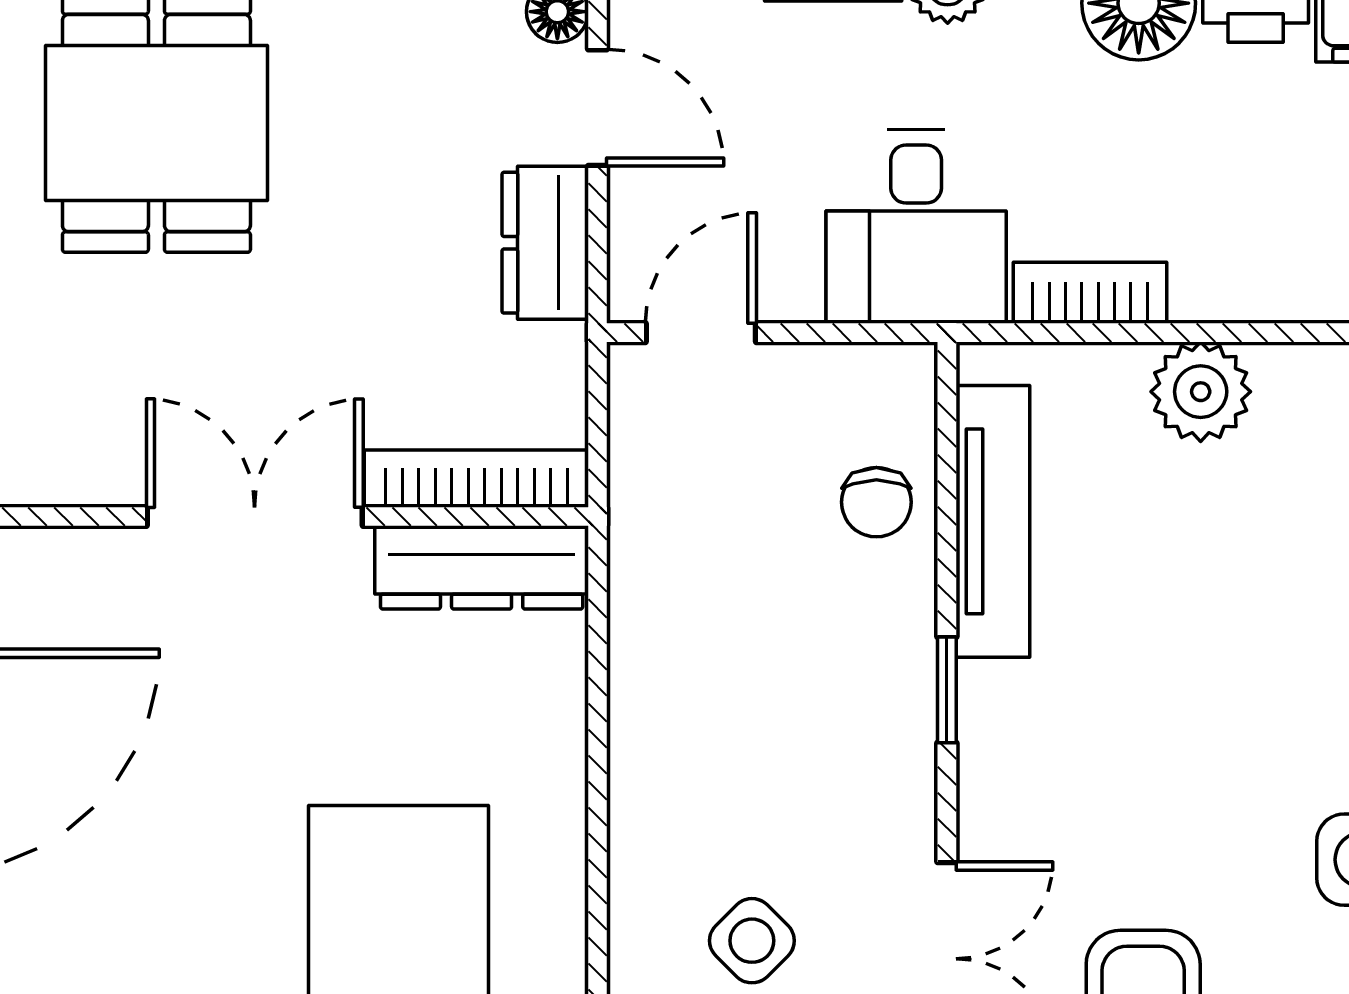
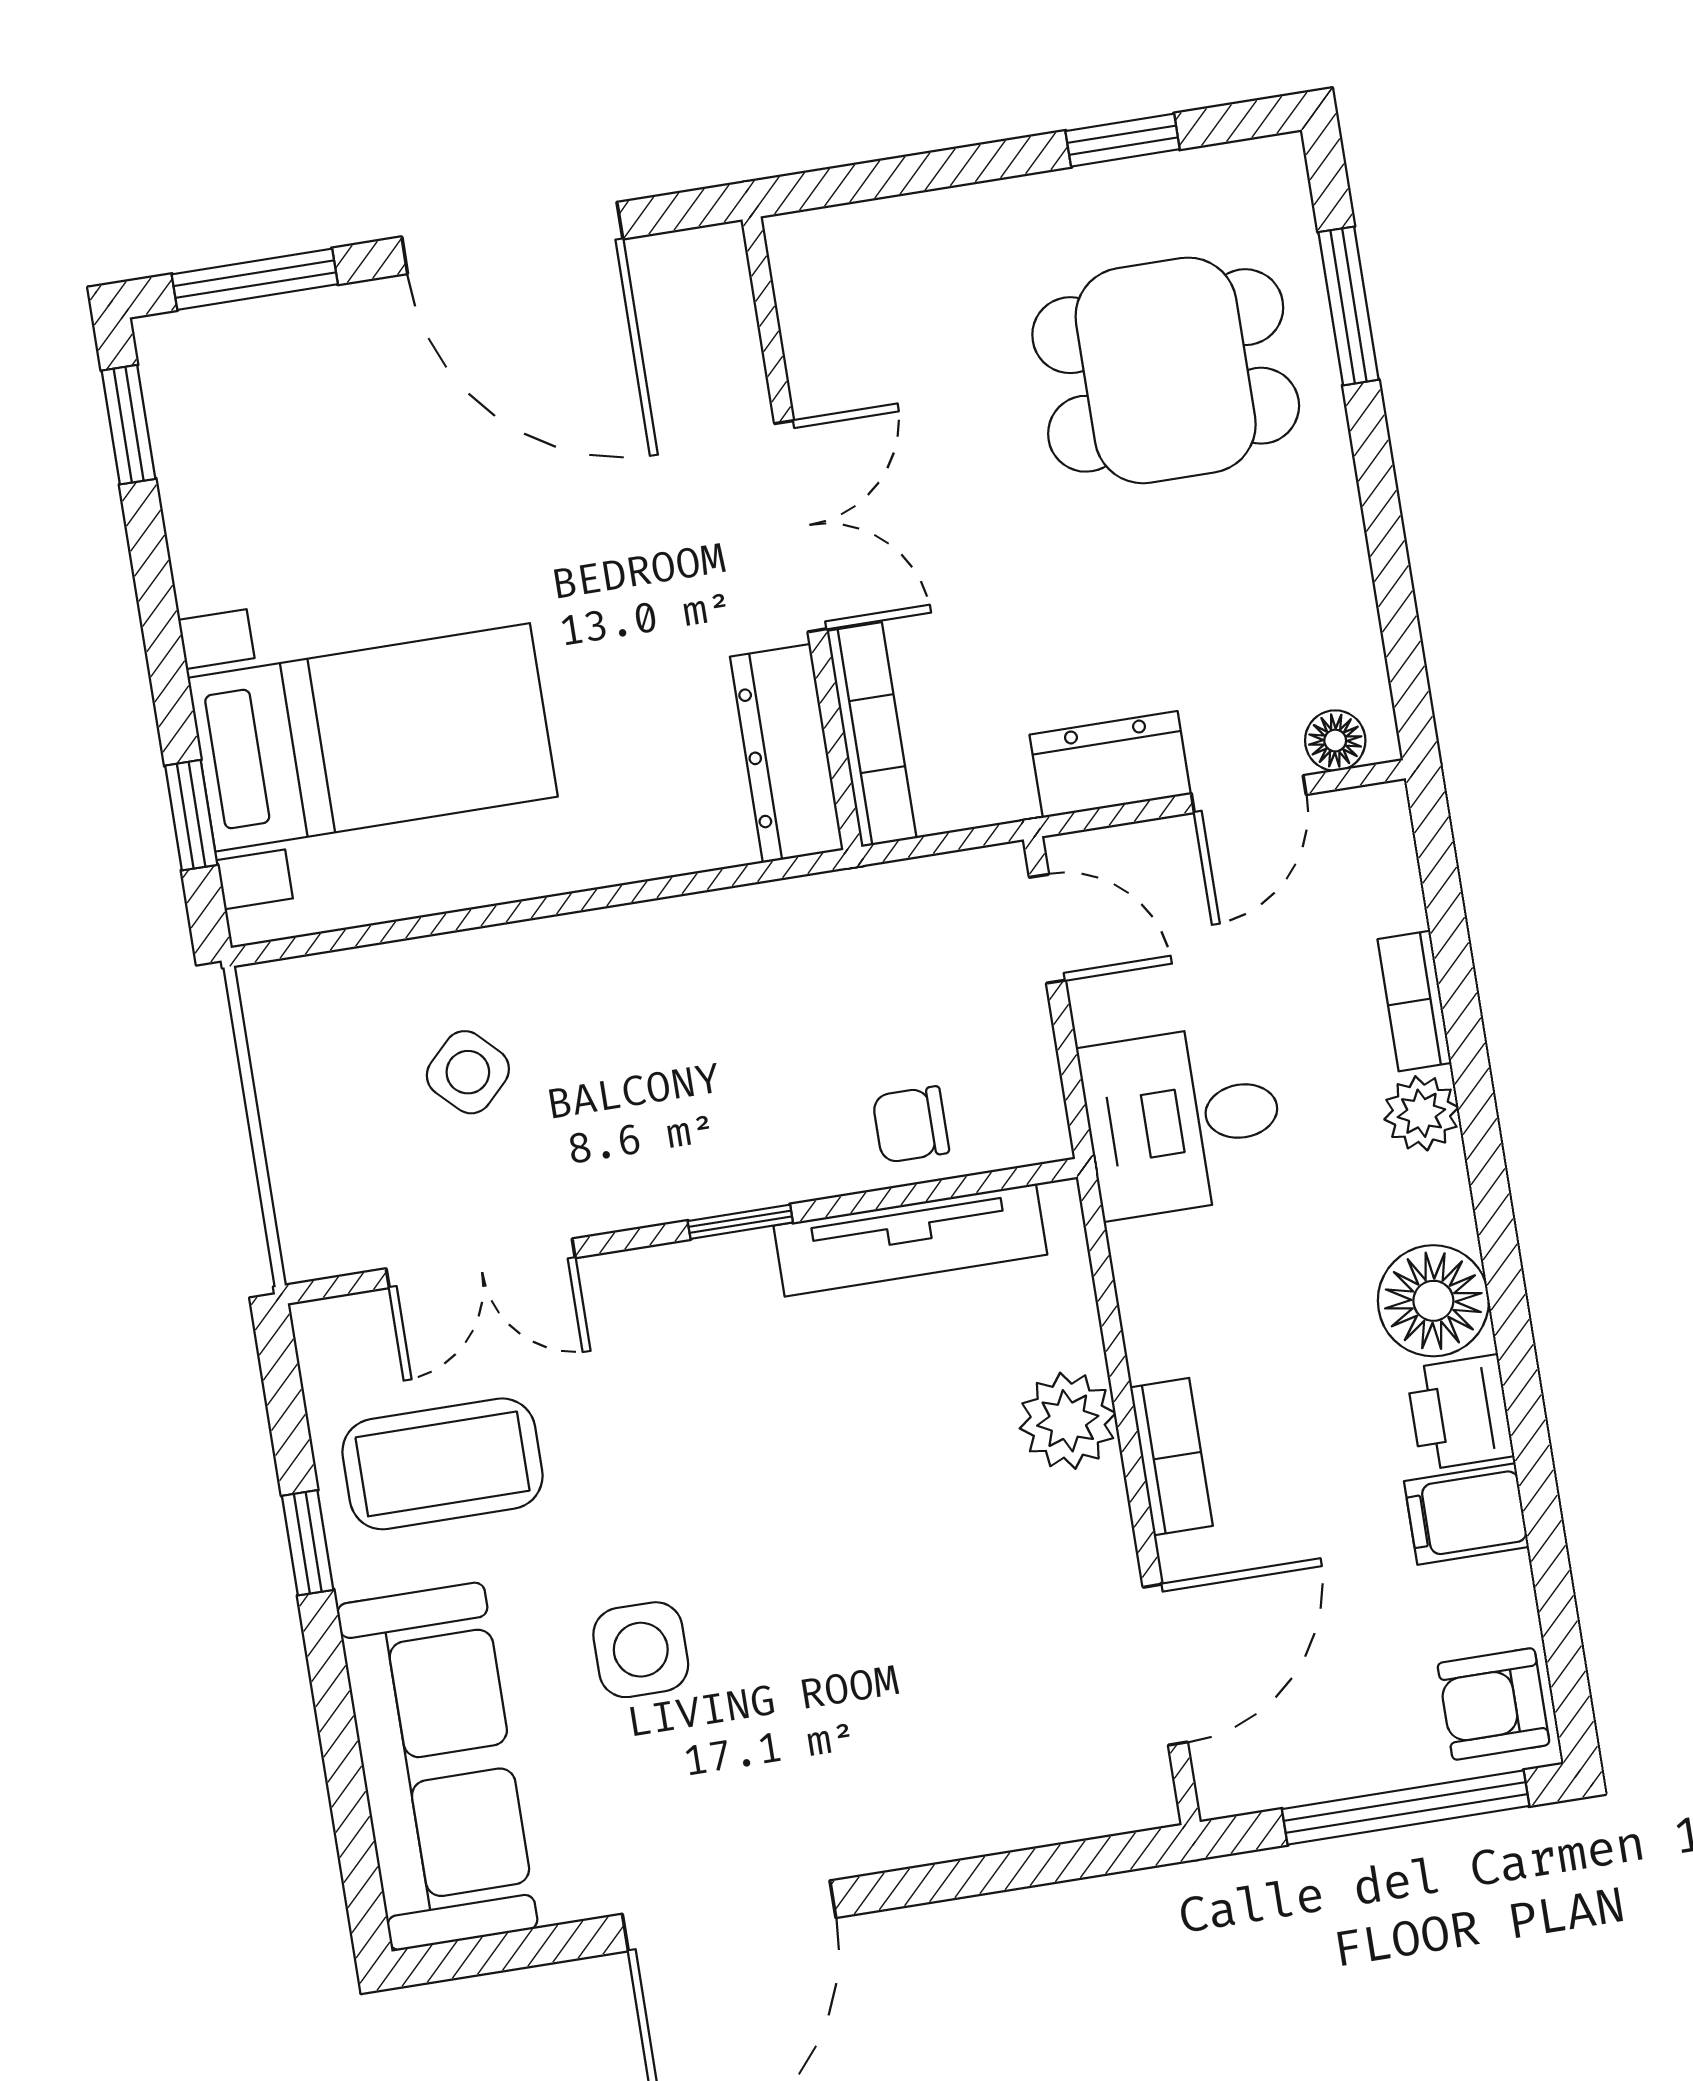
bookcase: (1090, 293) -> (1171, 1457), moved

